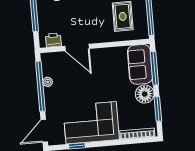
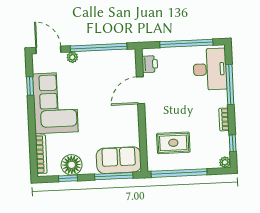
plant: (48, 82) -> (72, 57), moved
floor lamp: (145, 94) -> (72, 165), moved
window: (158, 109) -> (68, 178), width x0.67

